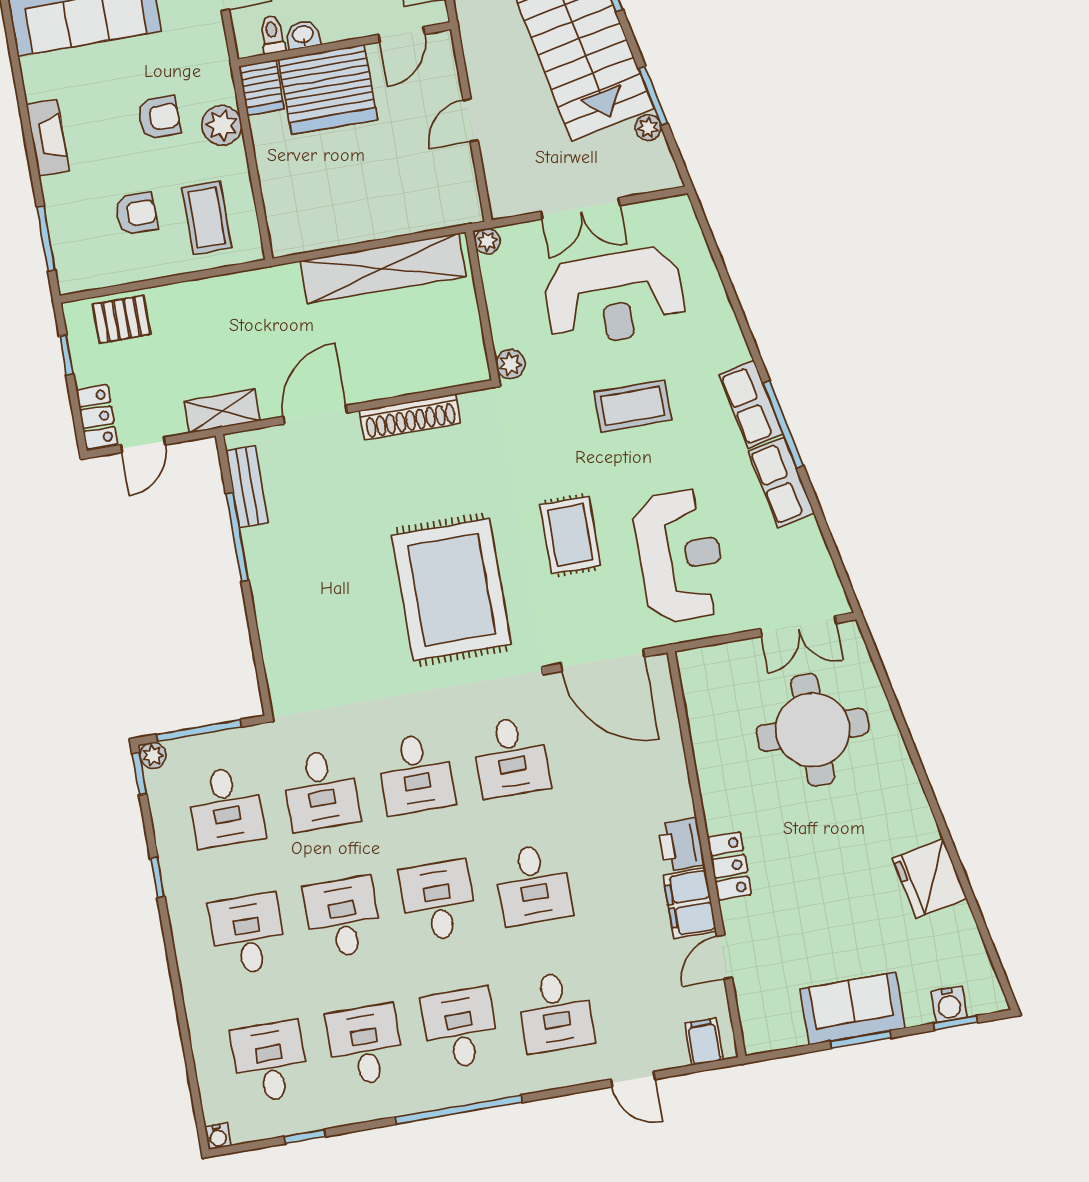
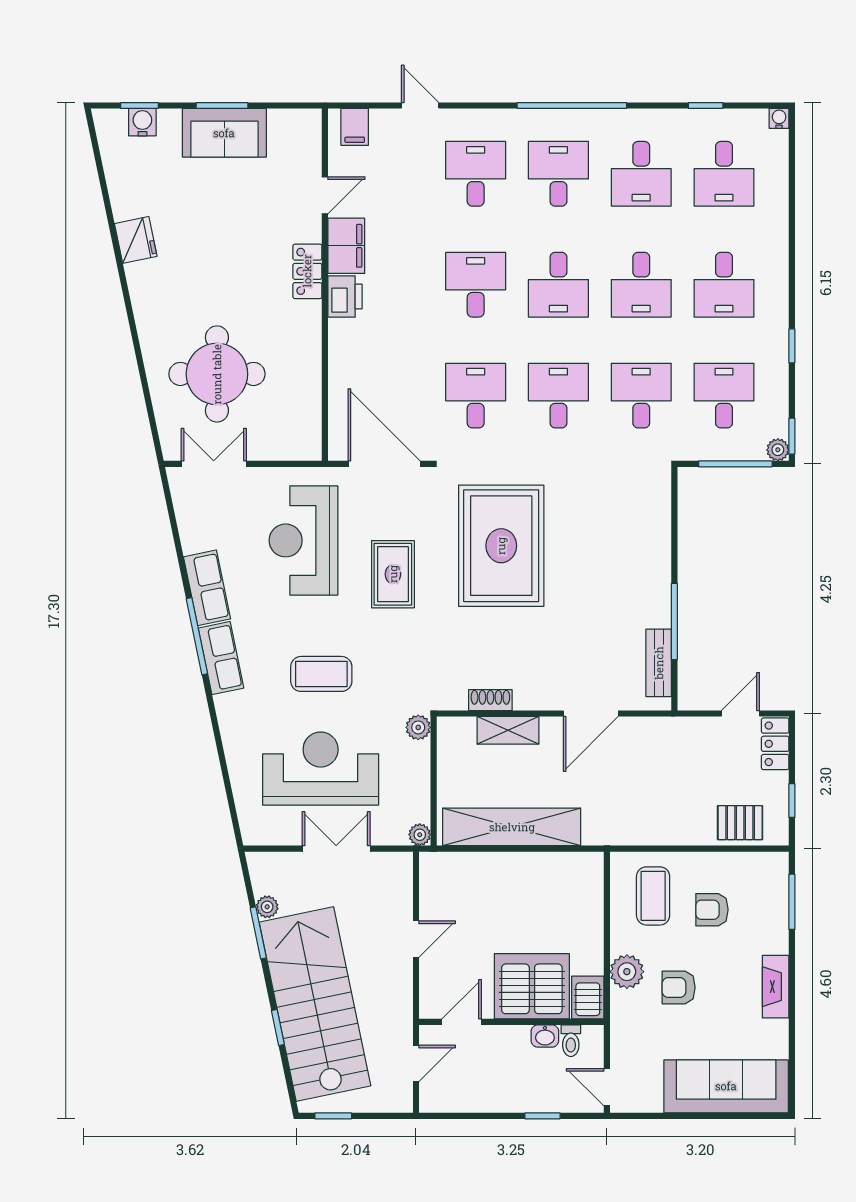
shelving: (222, 411) -> (508, 730), moved
shoe rack: (410, 417) -> (490, 700), width x0.51, depth x0.81
fridge: (930, 878) -> (136, 240), width x0.73, depth x0.75
desk: (460, 1029) -> (558, 174), turned 180

